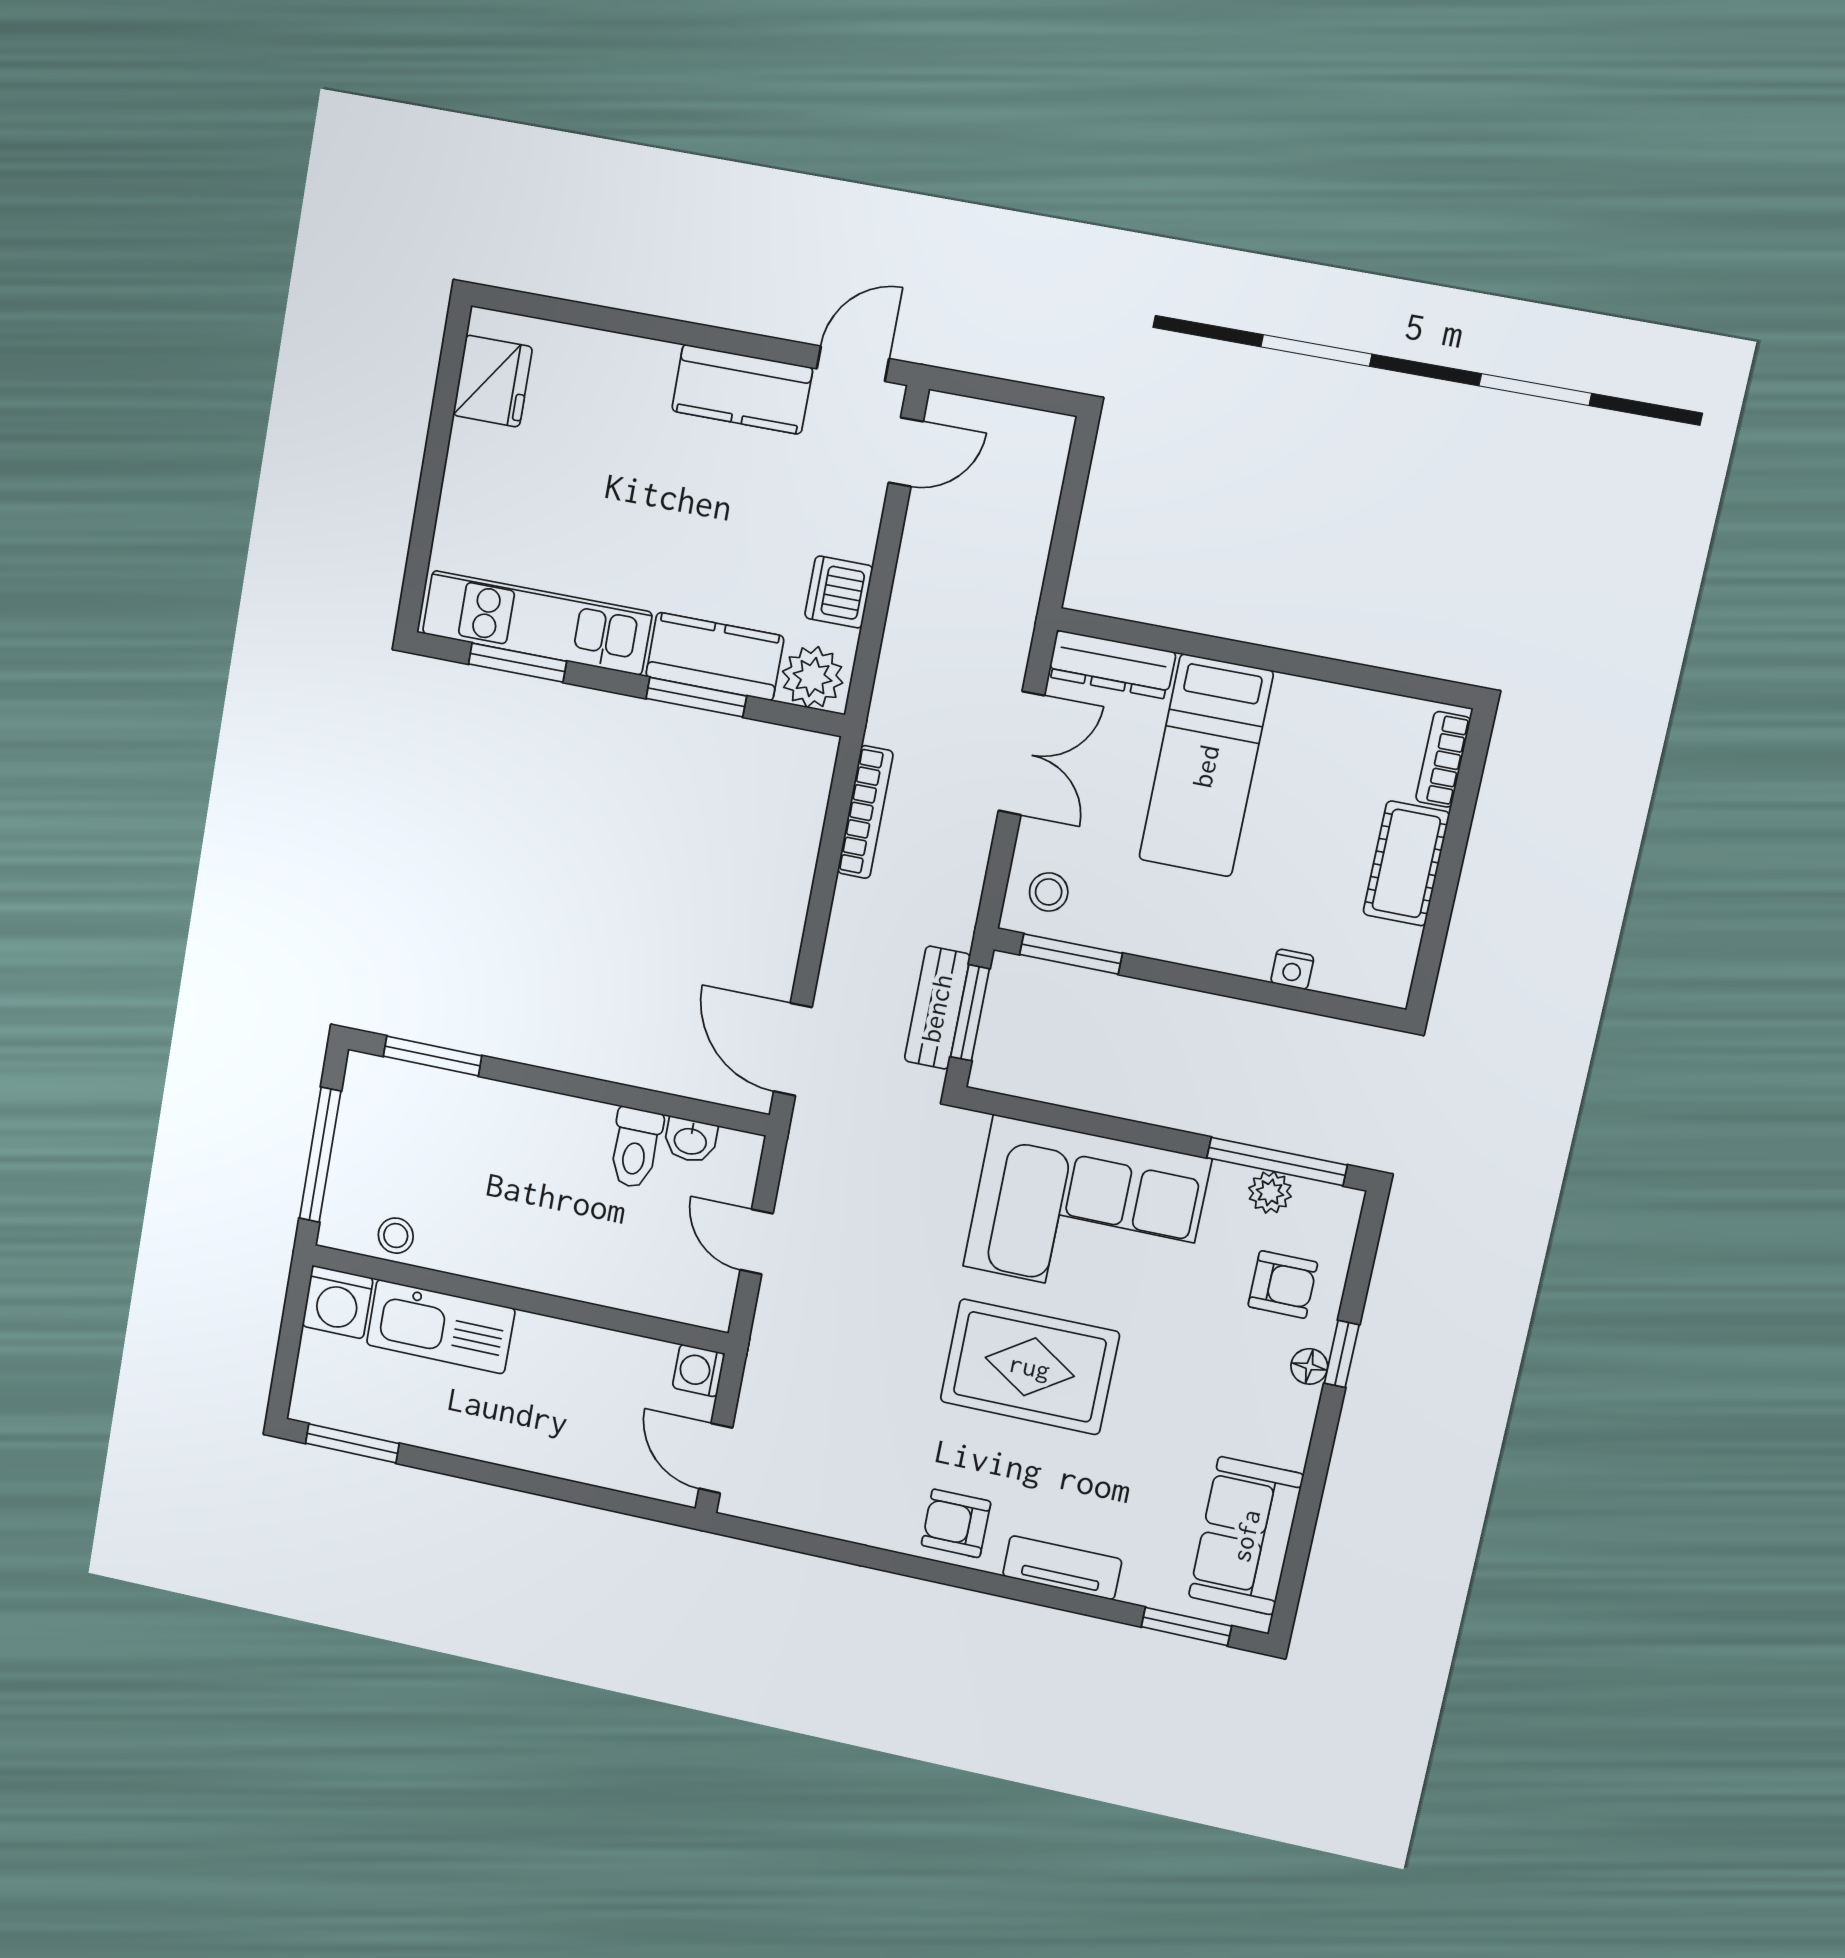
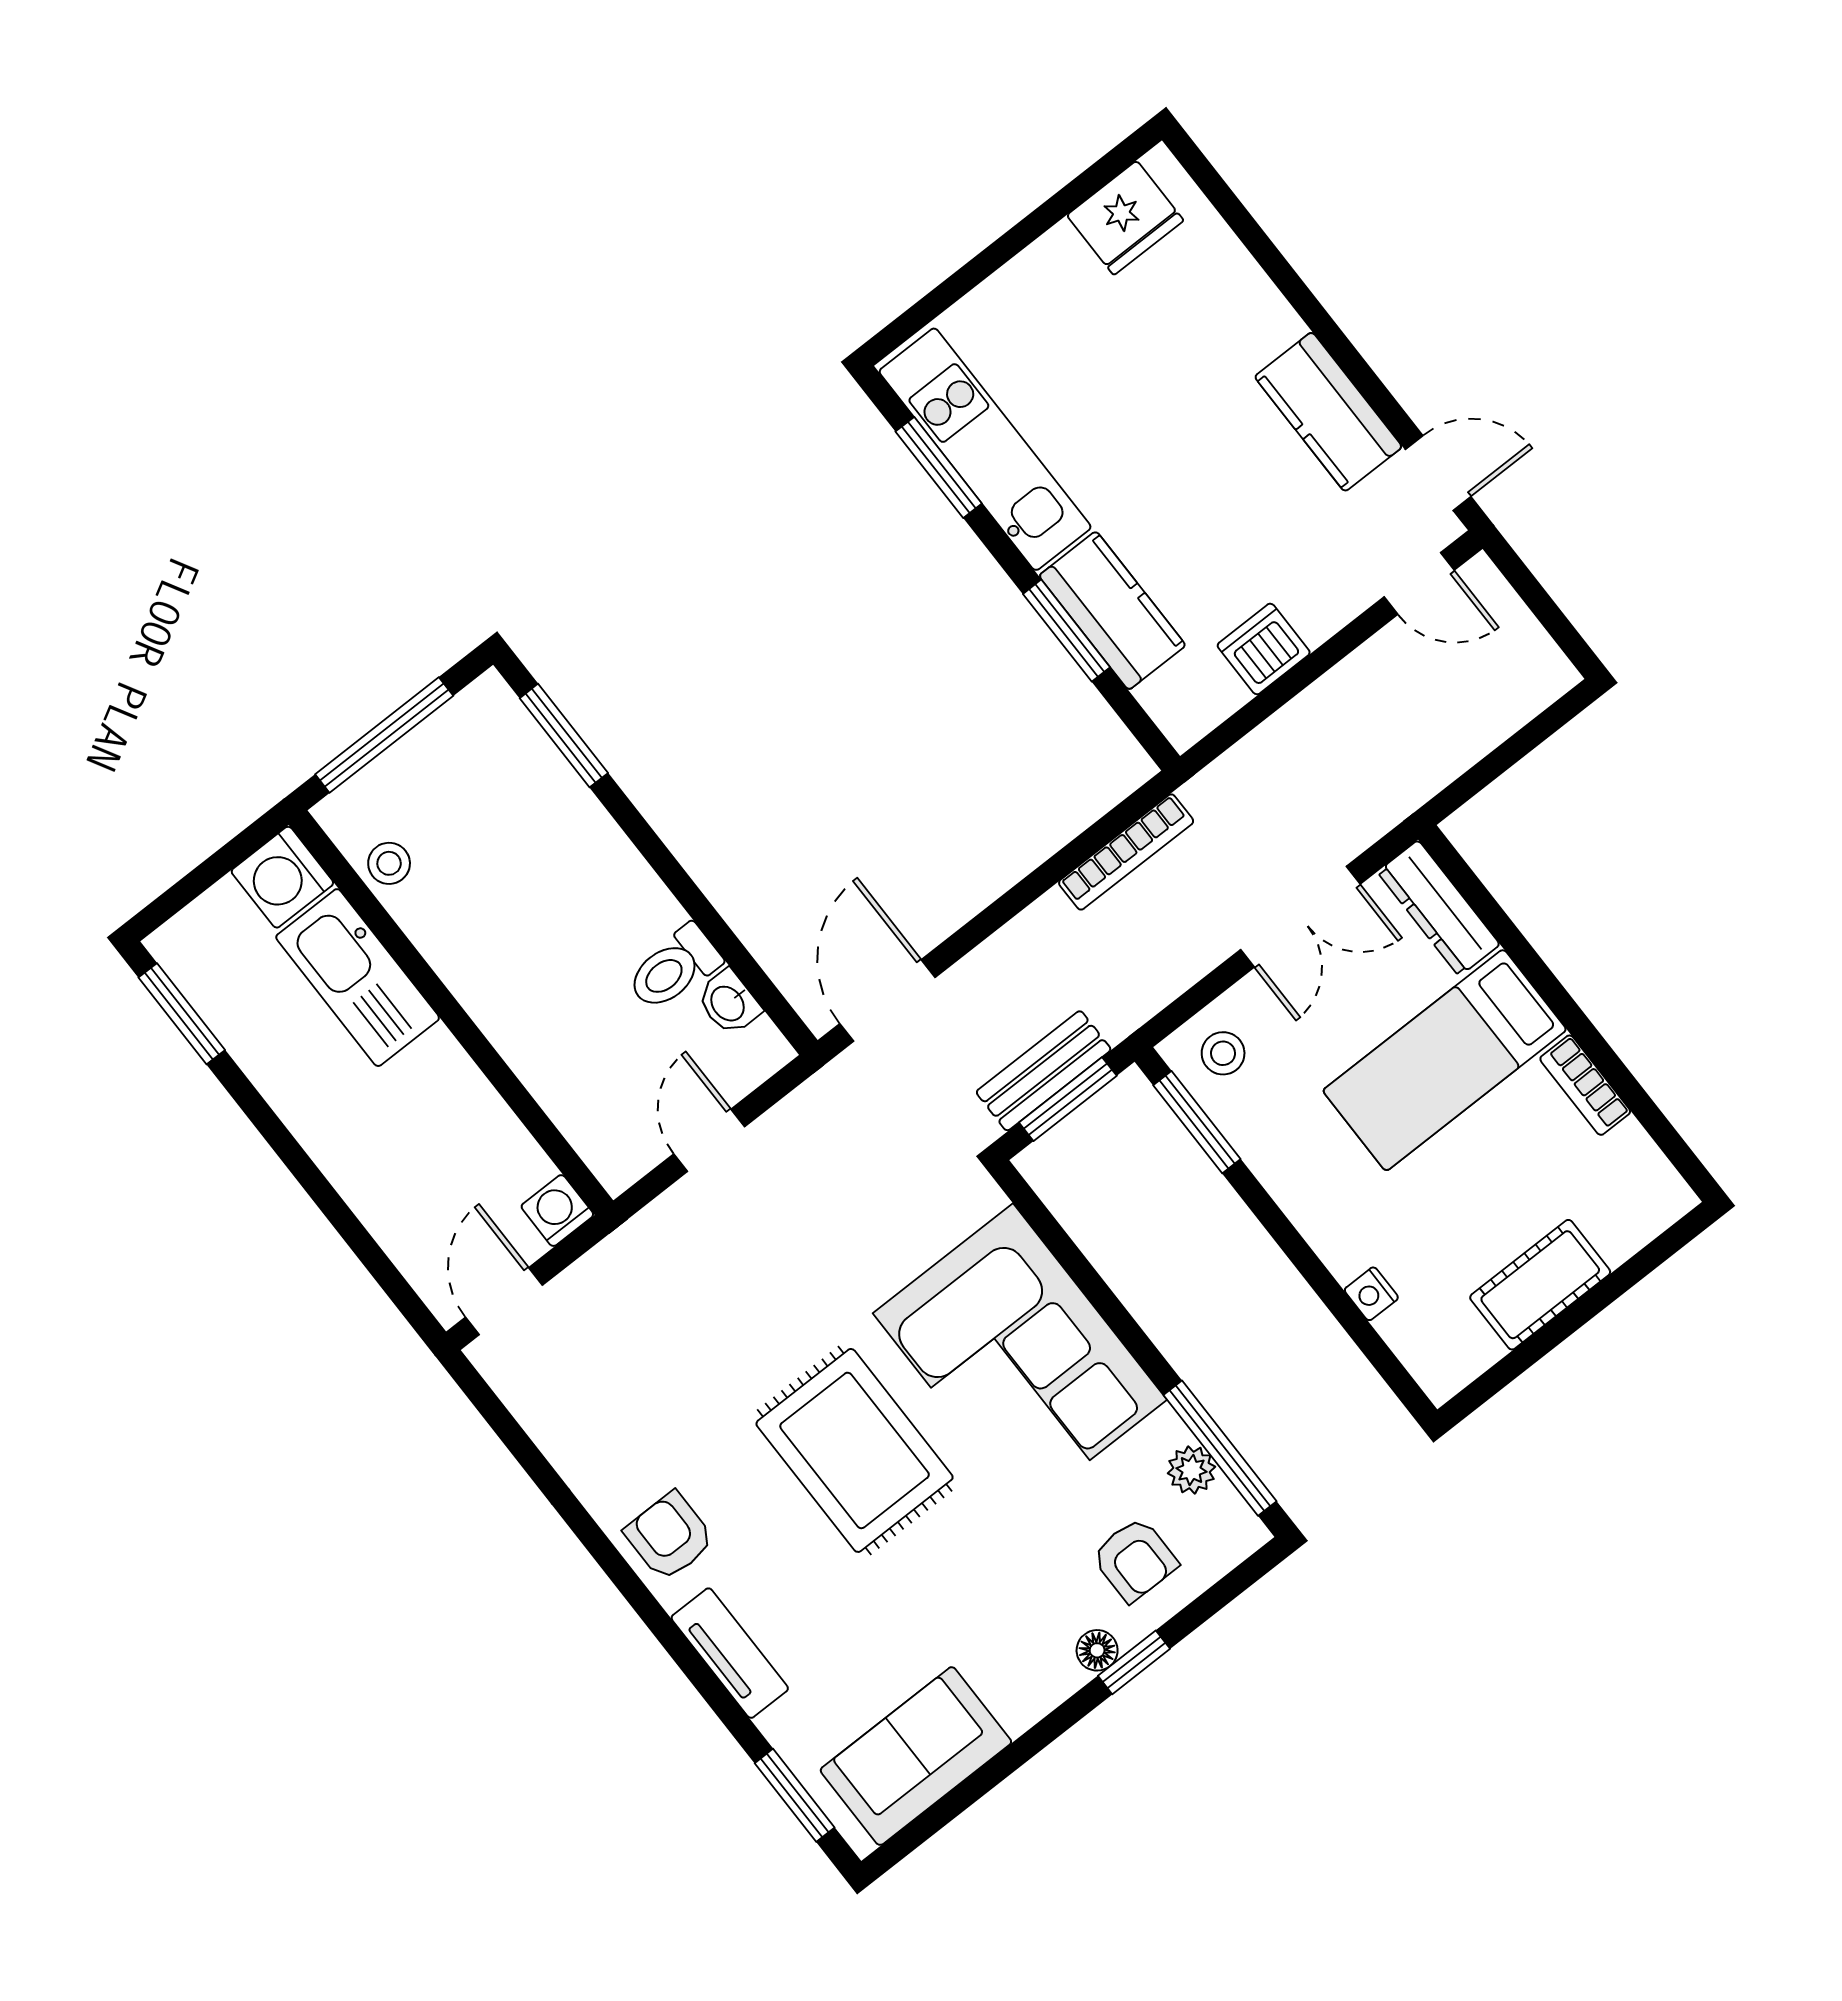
plant: (813, 677) -> (1180, 700), removed
bookcase: (1443, 759) -> (1585, 1085), moved, turned -90

